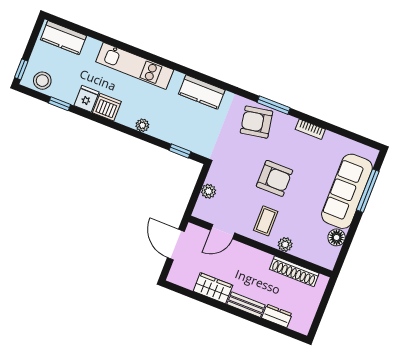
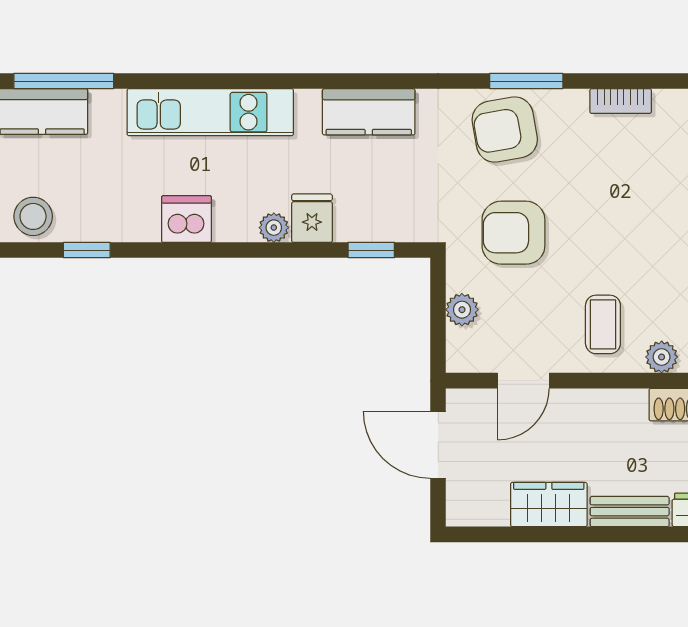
window: (78, 28) -> (64, 81), added
fridge: (86, 99) -> (312, 218), moved
armchair: (275, 178) -> (513, 233), moved, turned 180

